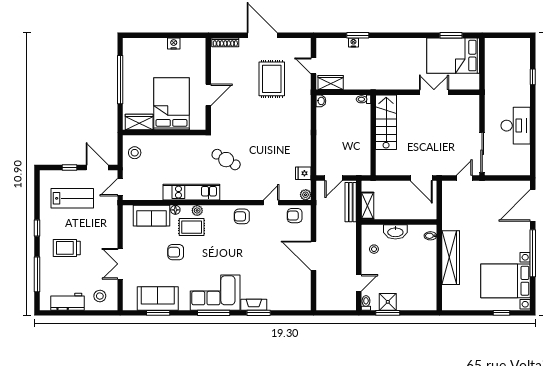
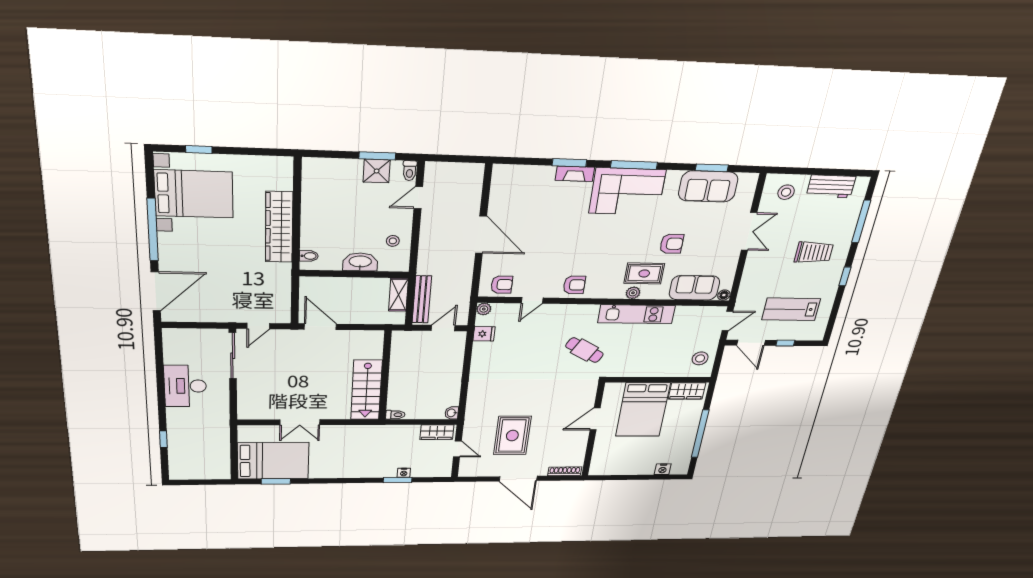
nightstand: (174, 43) -> (663, 469), moved
floor lamp: (175, 210) -> (724, 295), moved

